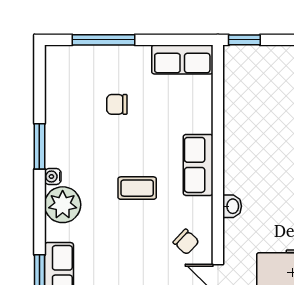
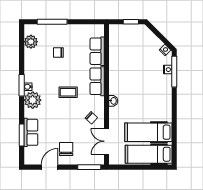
window: (244, 40) -> (131, 22), moved
row of seats: (182, 60) -> (97, 51), moved, turned 90
plant: (59, 82) -> (31, 42), added
window: (39, 146) -> (22, 85), moved

